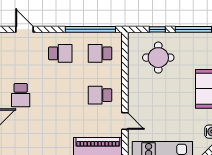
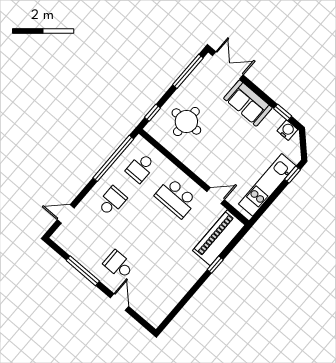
window: (157, 29) -> (152, 113), moved
school desk: (21, 95) -> (119, 265), turned 180
school desk: (100, 95) -> (176, 198), width x1.85

